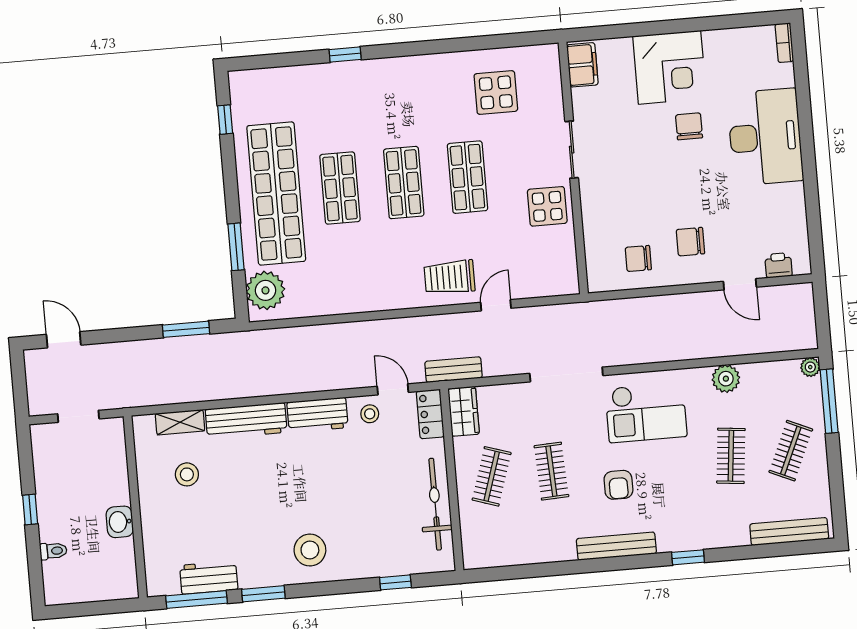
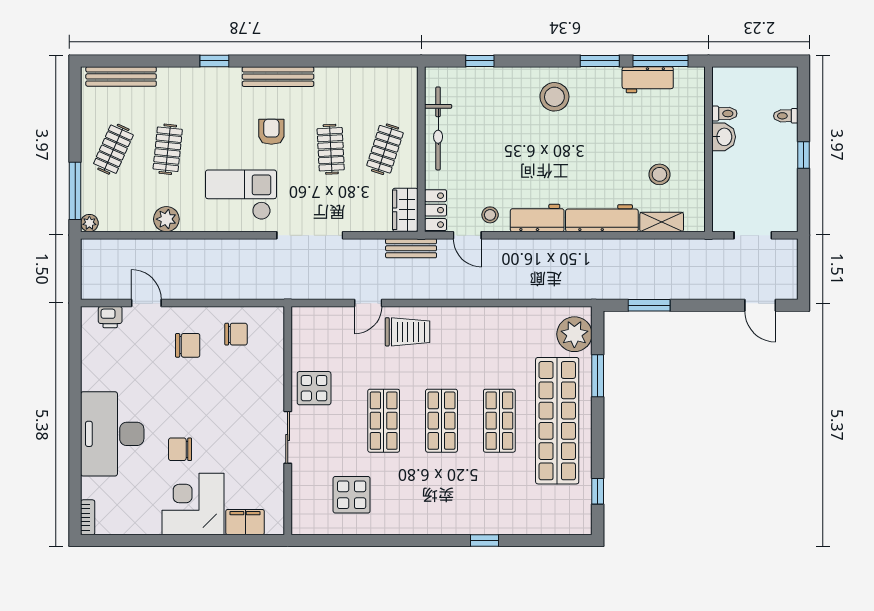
filing cabinet: (582, 65) -> (245, 522), moved, turned 90
chair: (689, 126) -> (180, 449), turned 90
toilet: (121, 548) -> (724, 114), added

